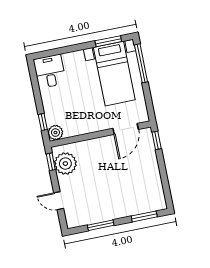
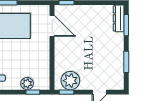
plant: (55, 133) -> (27, 84), moved
dresser: (150, 206) -> (119, 18), added

